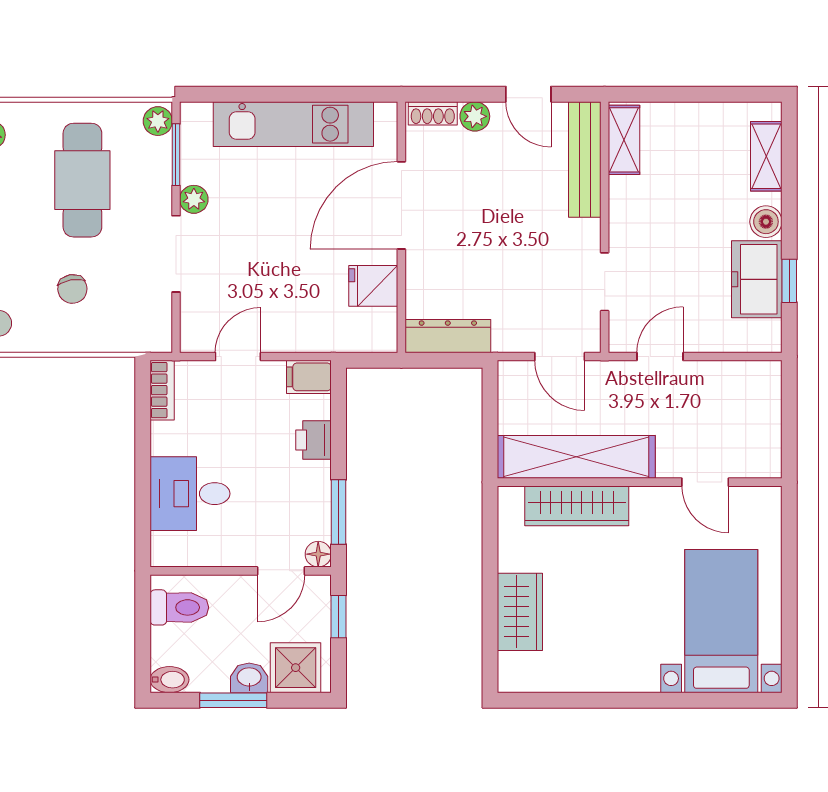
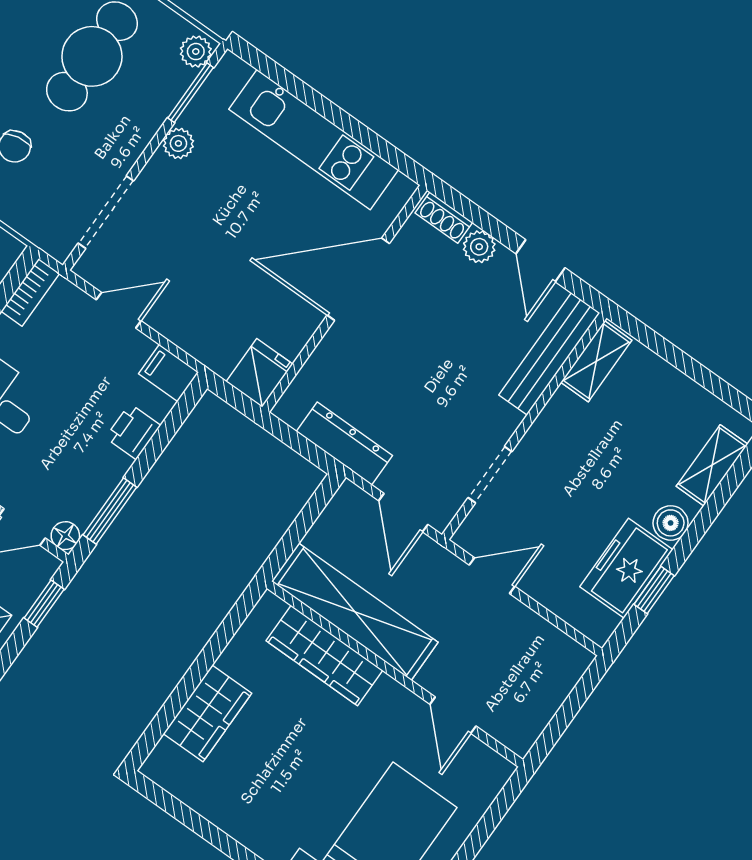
doorway: (176, 254) -> (106, 212), moved
fridge: (373, 286) -> (259, 373), moved, turned 90
dresser: (448, 336) -> (344, 444), moved

